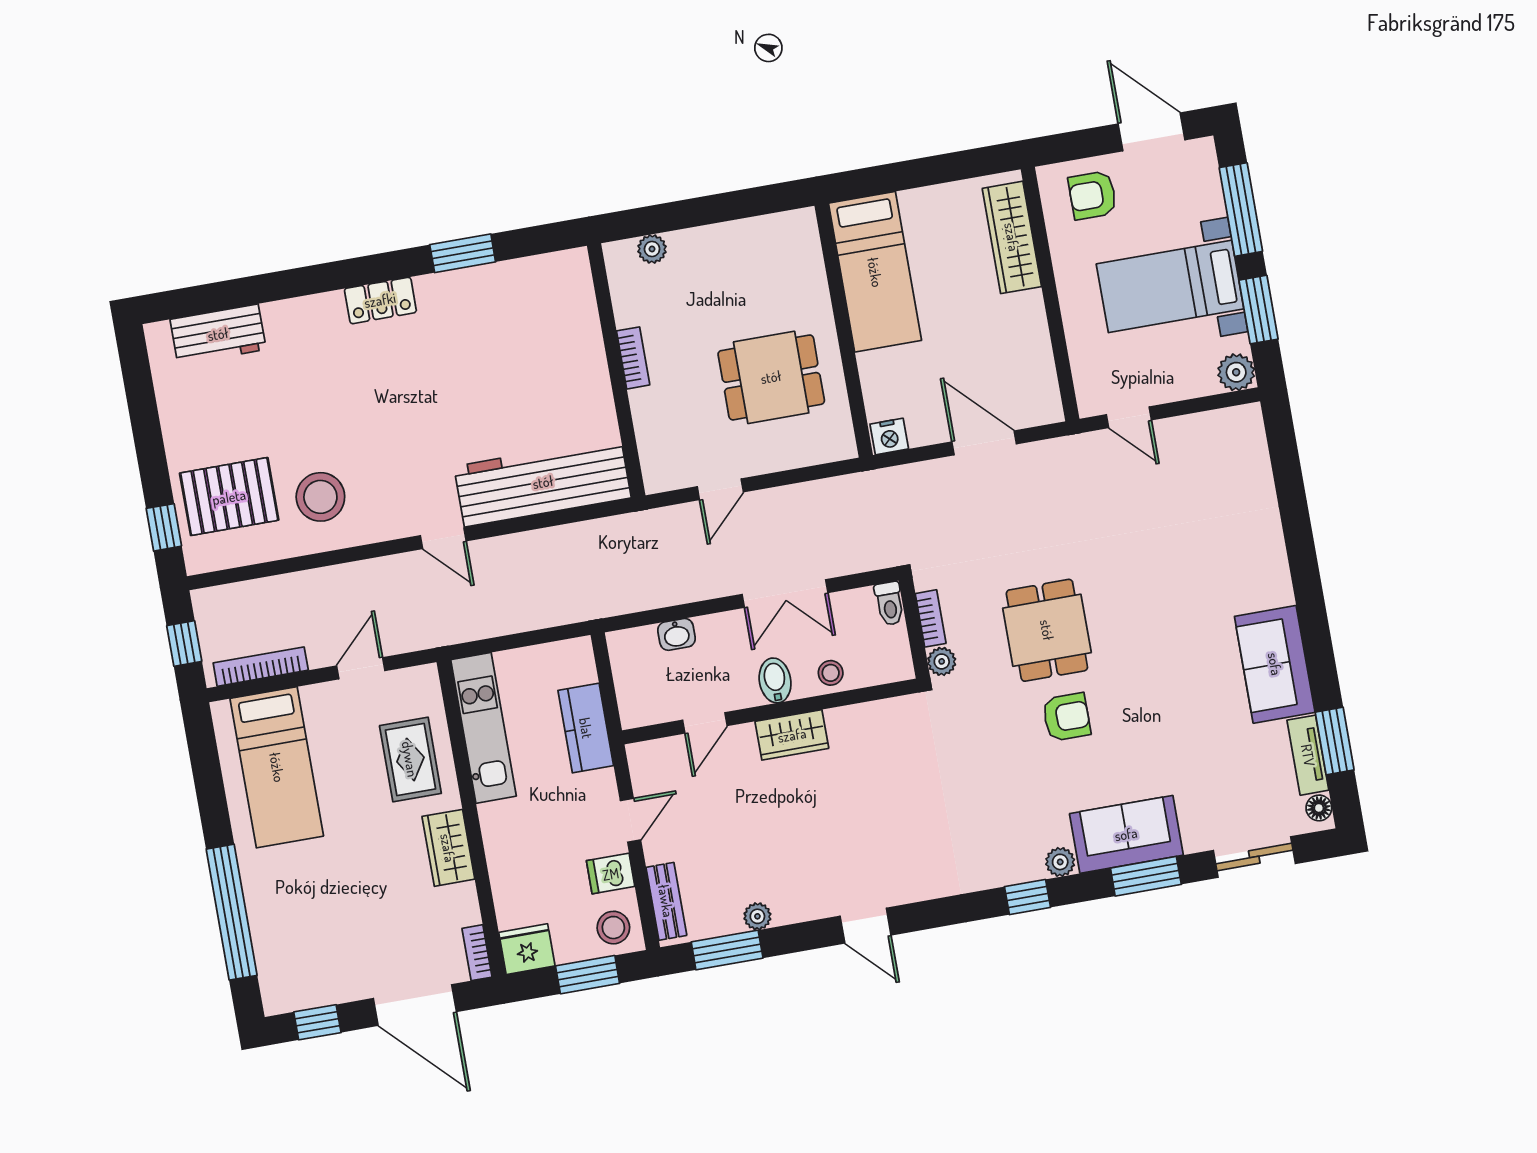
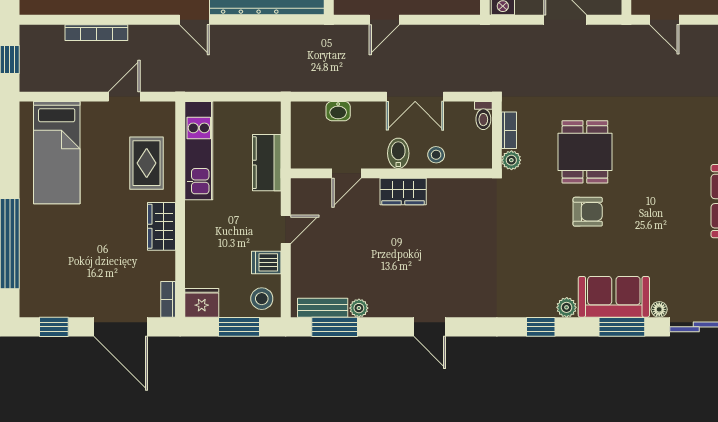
bookcase: (261, 667) -> (96, 33), moved, turned 180
floor lamp: (1196, 841) -> (659, 309), added
bench: (666, 901) -> (323, 308), moved, turned 90

